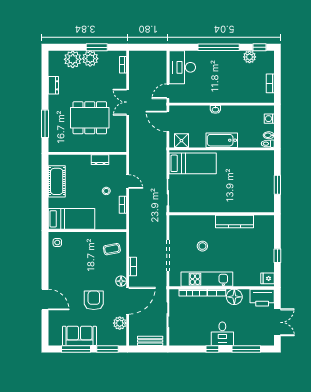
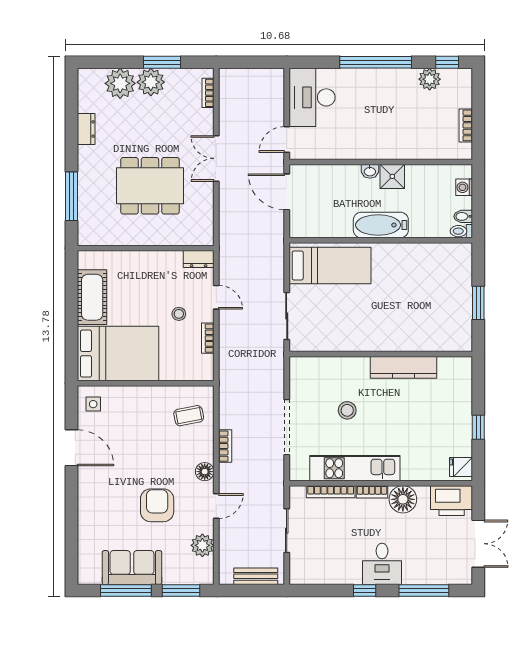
shower: (181, 141) -> (392, 176), moved
dresser: (100, 160) -> (199, 259), moved
bed: (72, 219) -> (118, 354), width x1.50
door: (45, 299) -> (72, 448), moved
door: (128, 301) -> (216, 506), width x0.53

